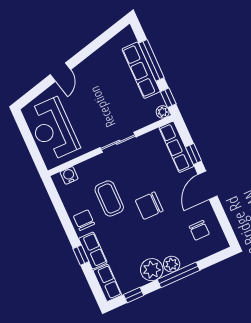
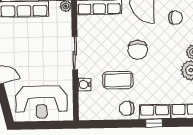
water cooler: (69, 175) -> (84, 85), moved

